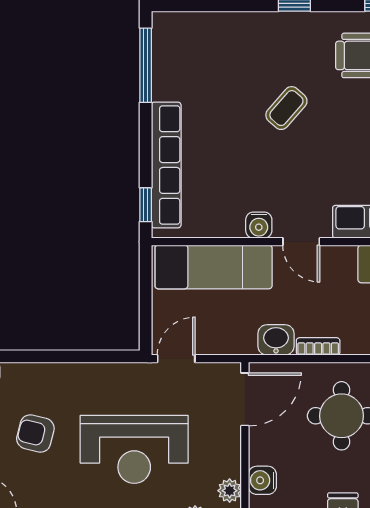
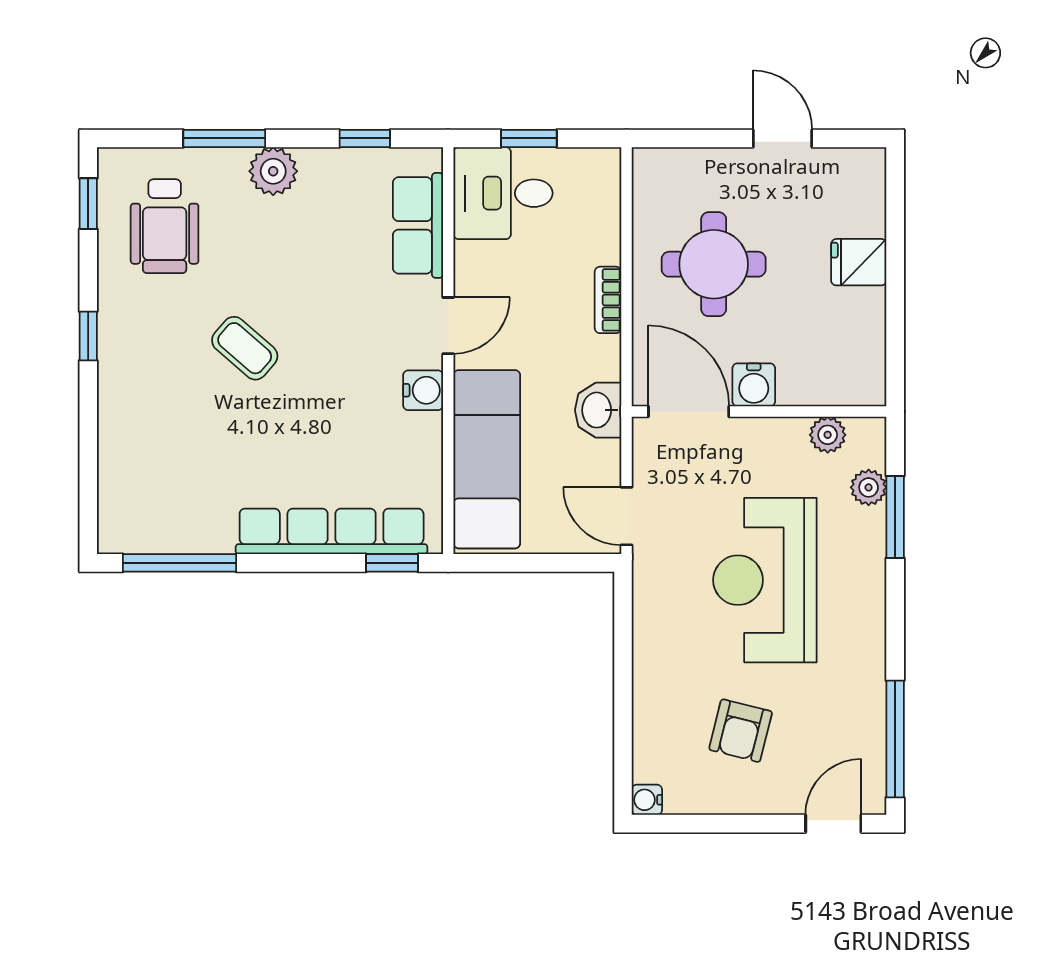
washbasin: (276, 340) -> (598, 410), moved
reception desk: (134, 449) -> (765, 580), turned 180
water cooler: (262, 480) -> (754, 385), moved

